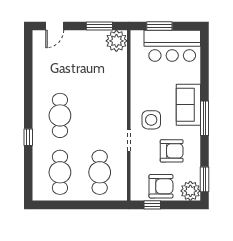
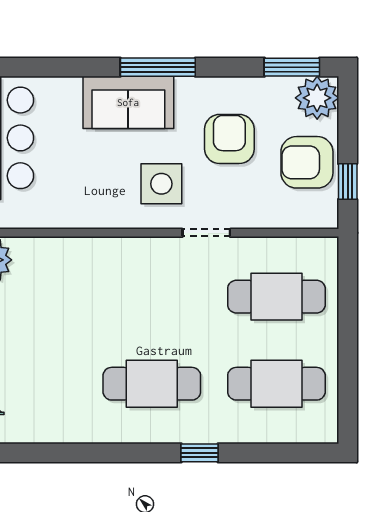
armchair: (161, 186) -> (307, 162), turned -90

